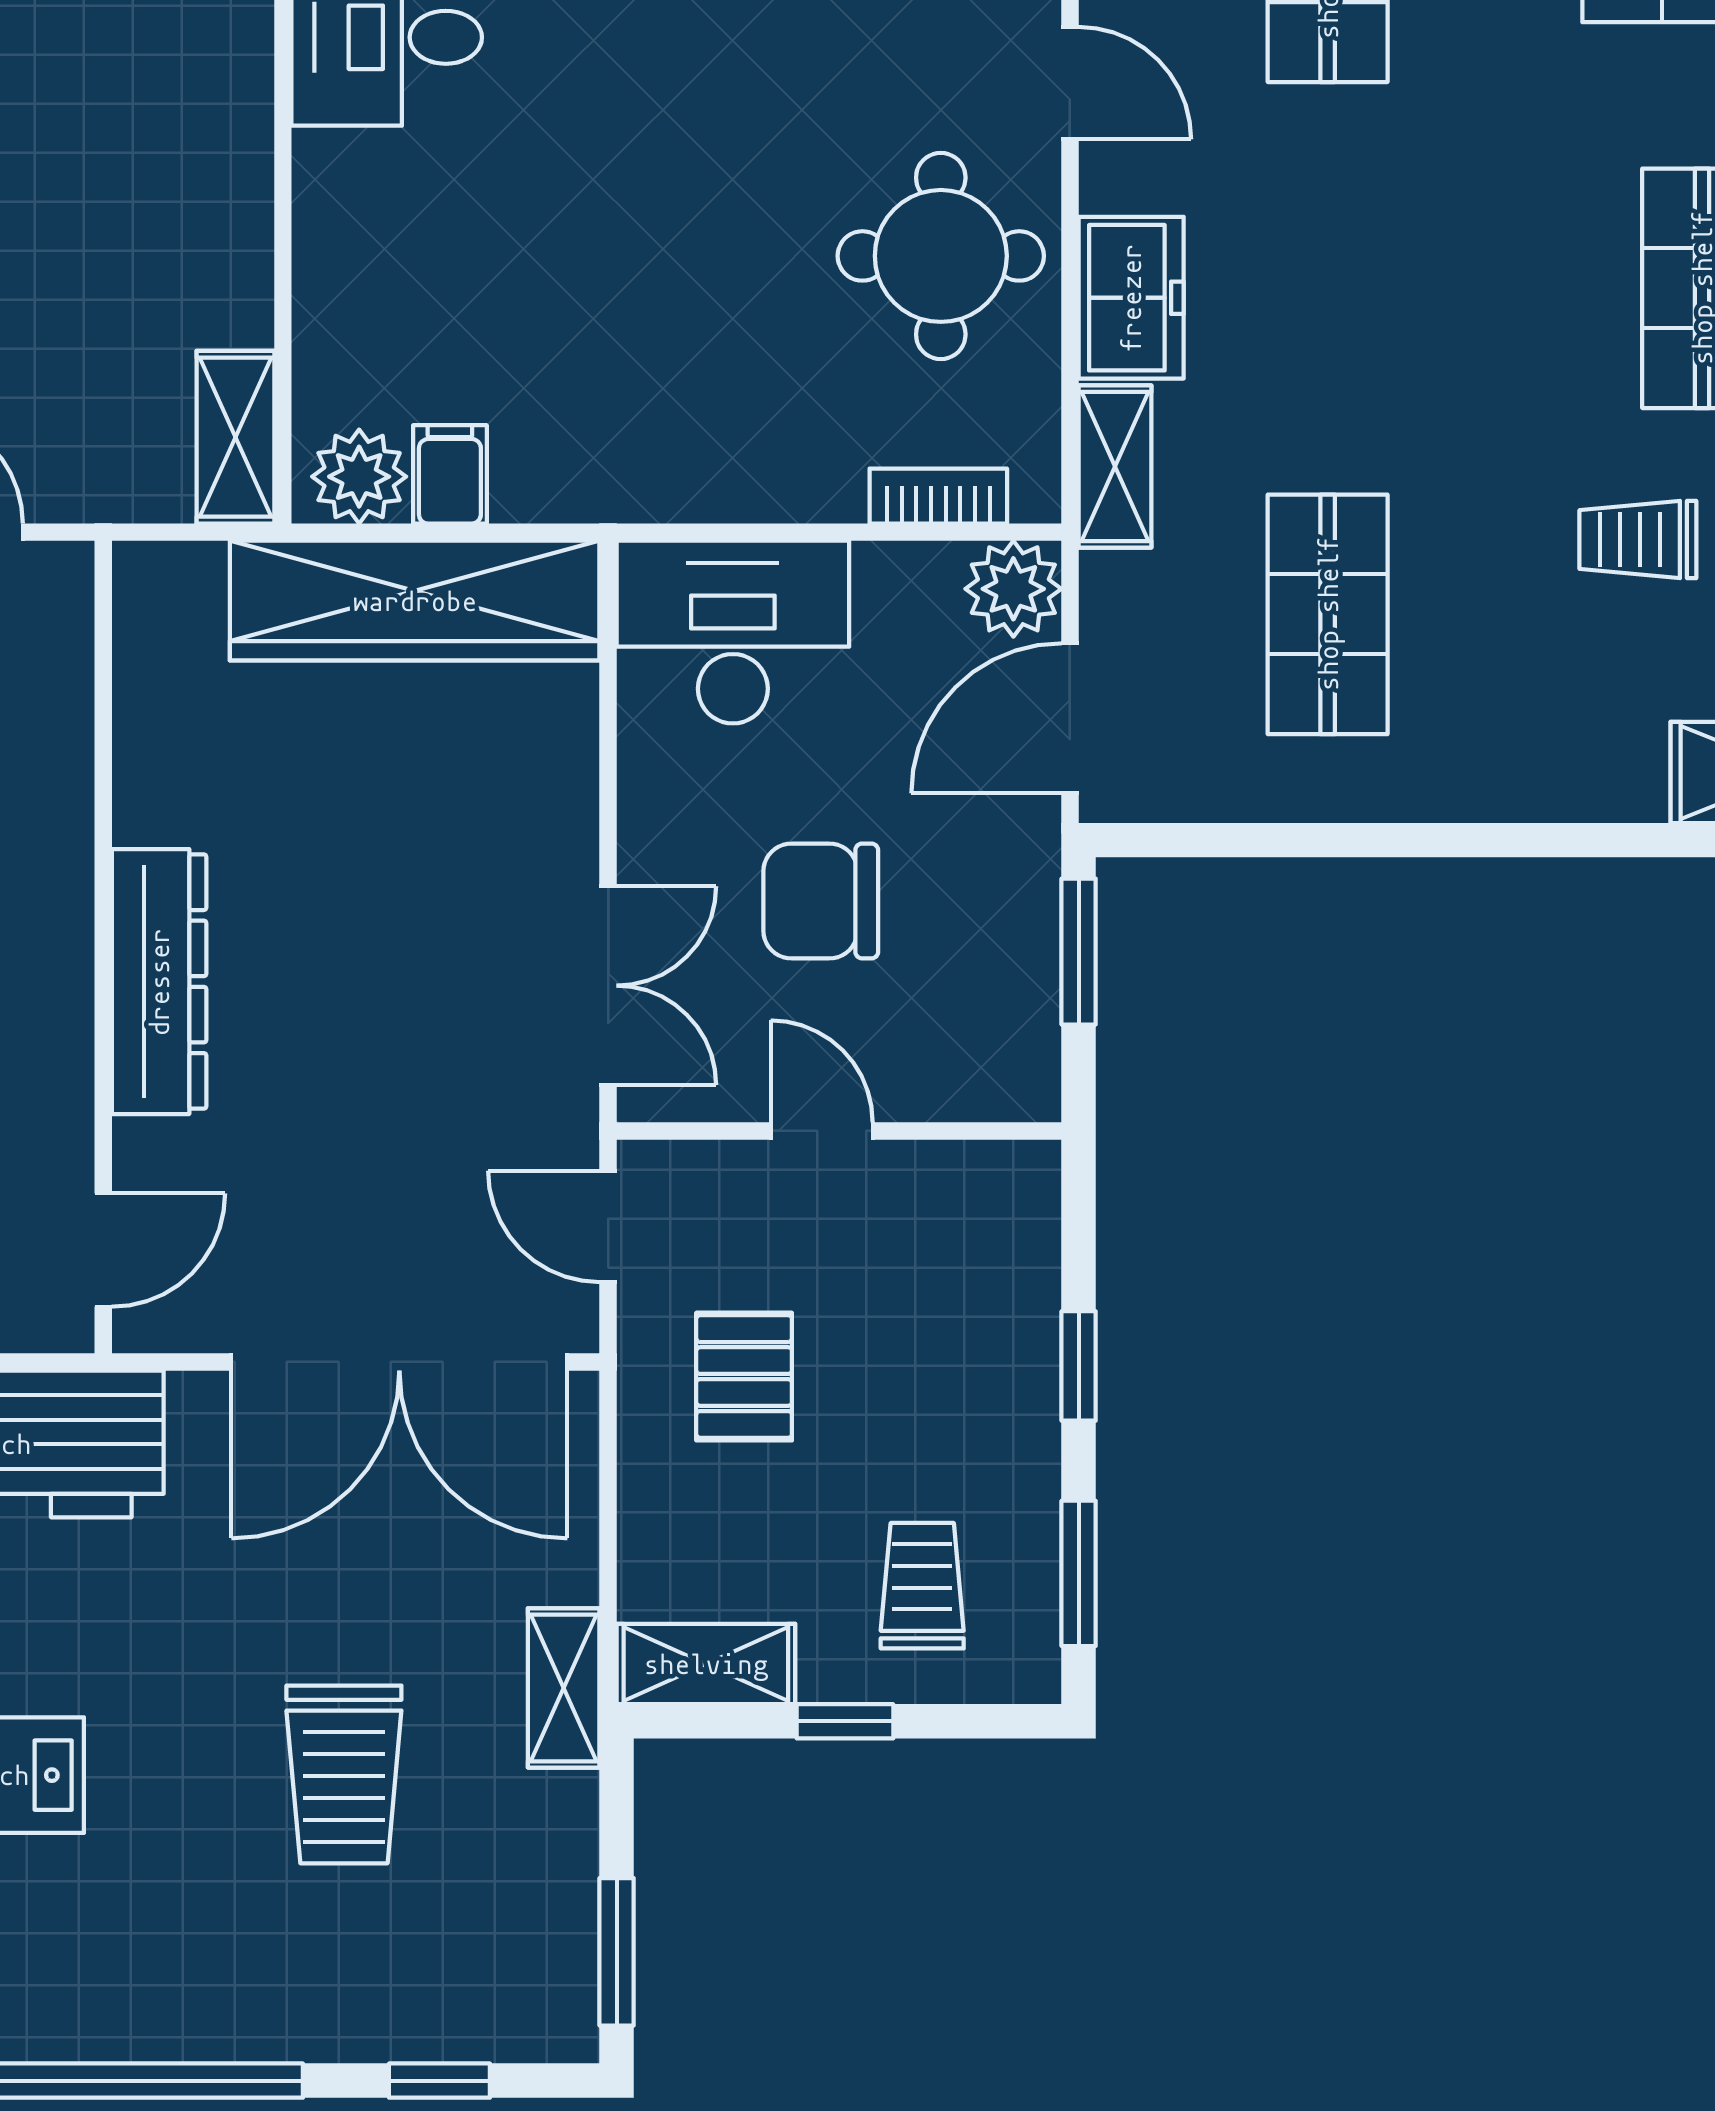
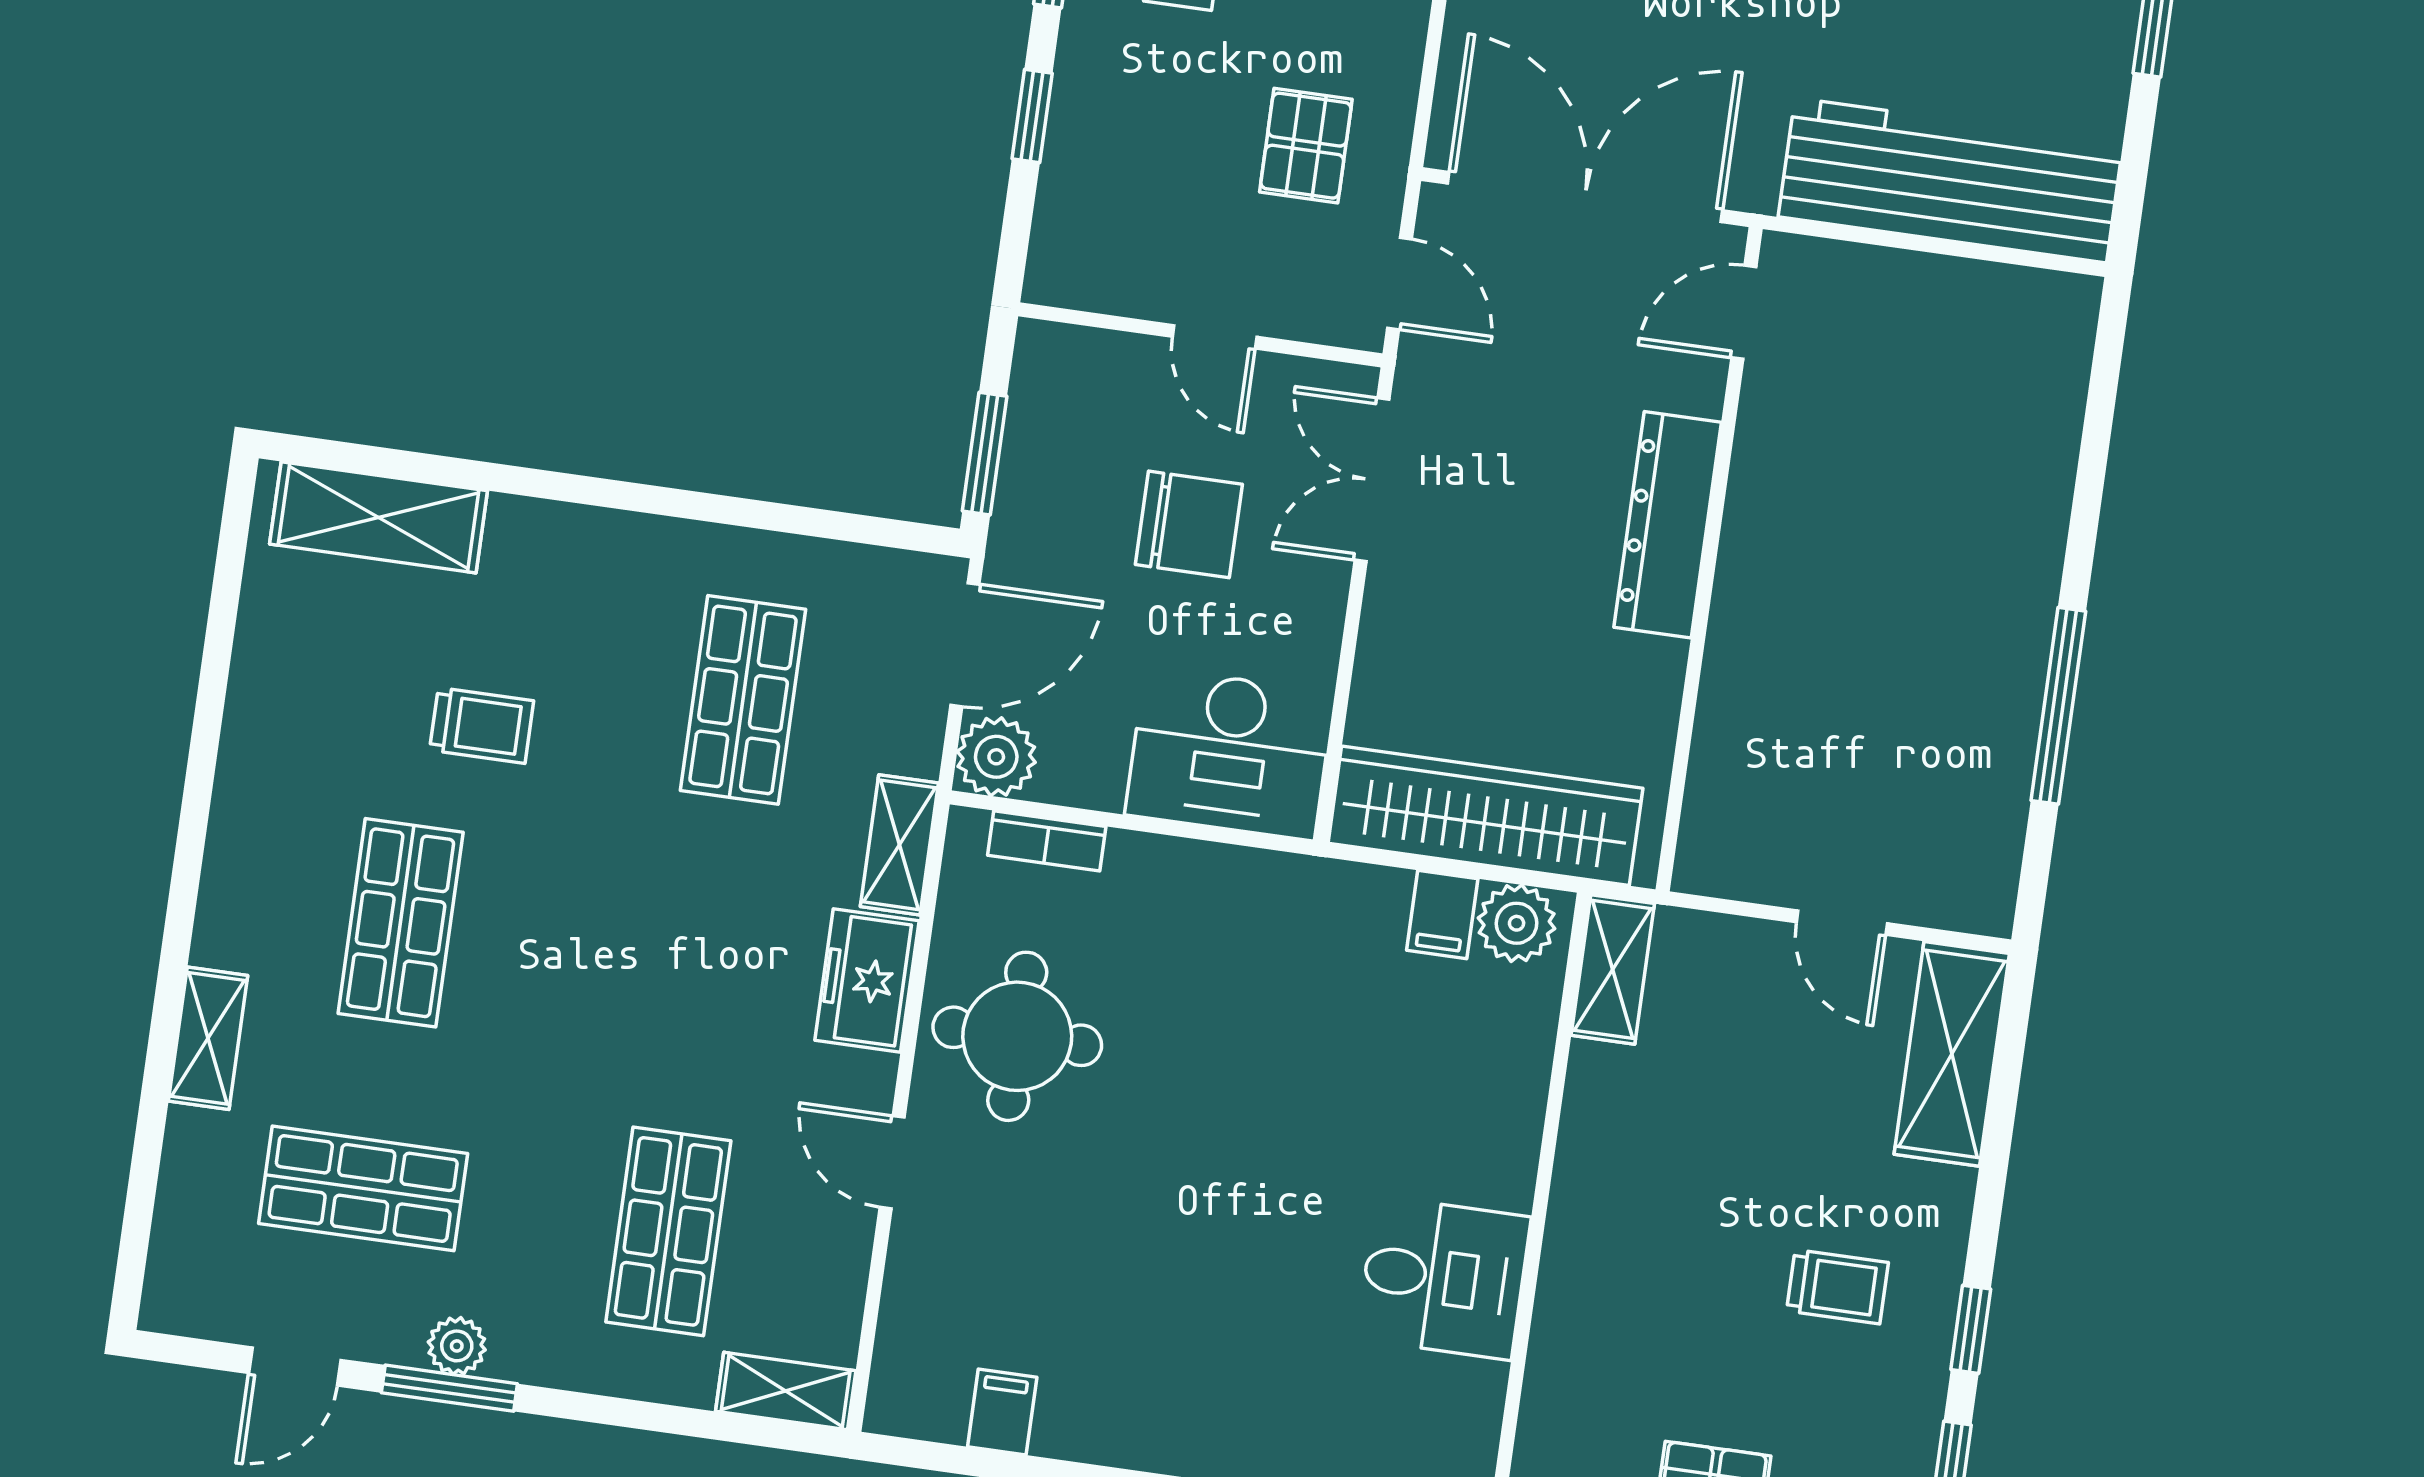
wall: (103, 947) -> (1709, 559), moved
dresser: (159, 982) -> (1668, 525), moved
door: (103, 1250) -> (1744, 312), moved

